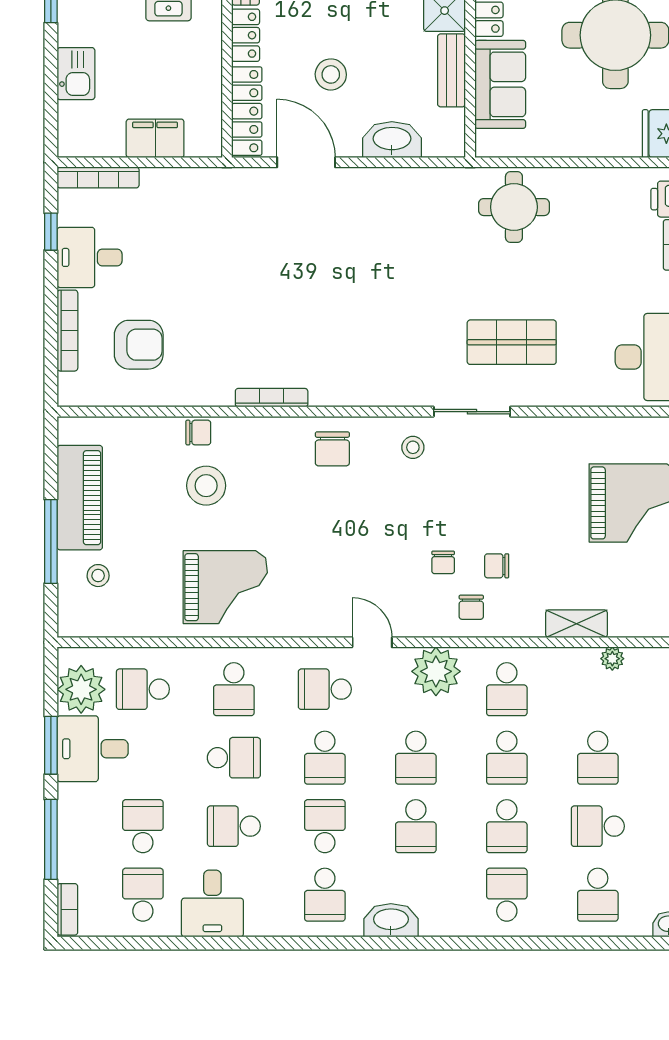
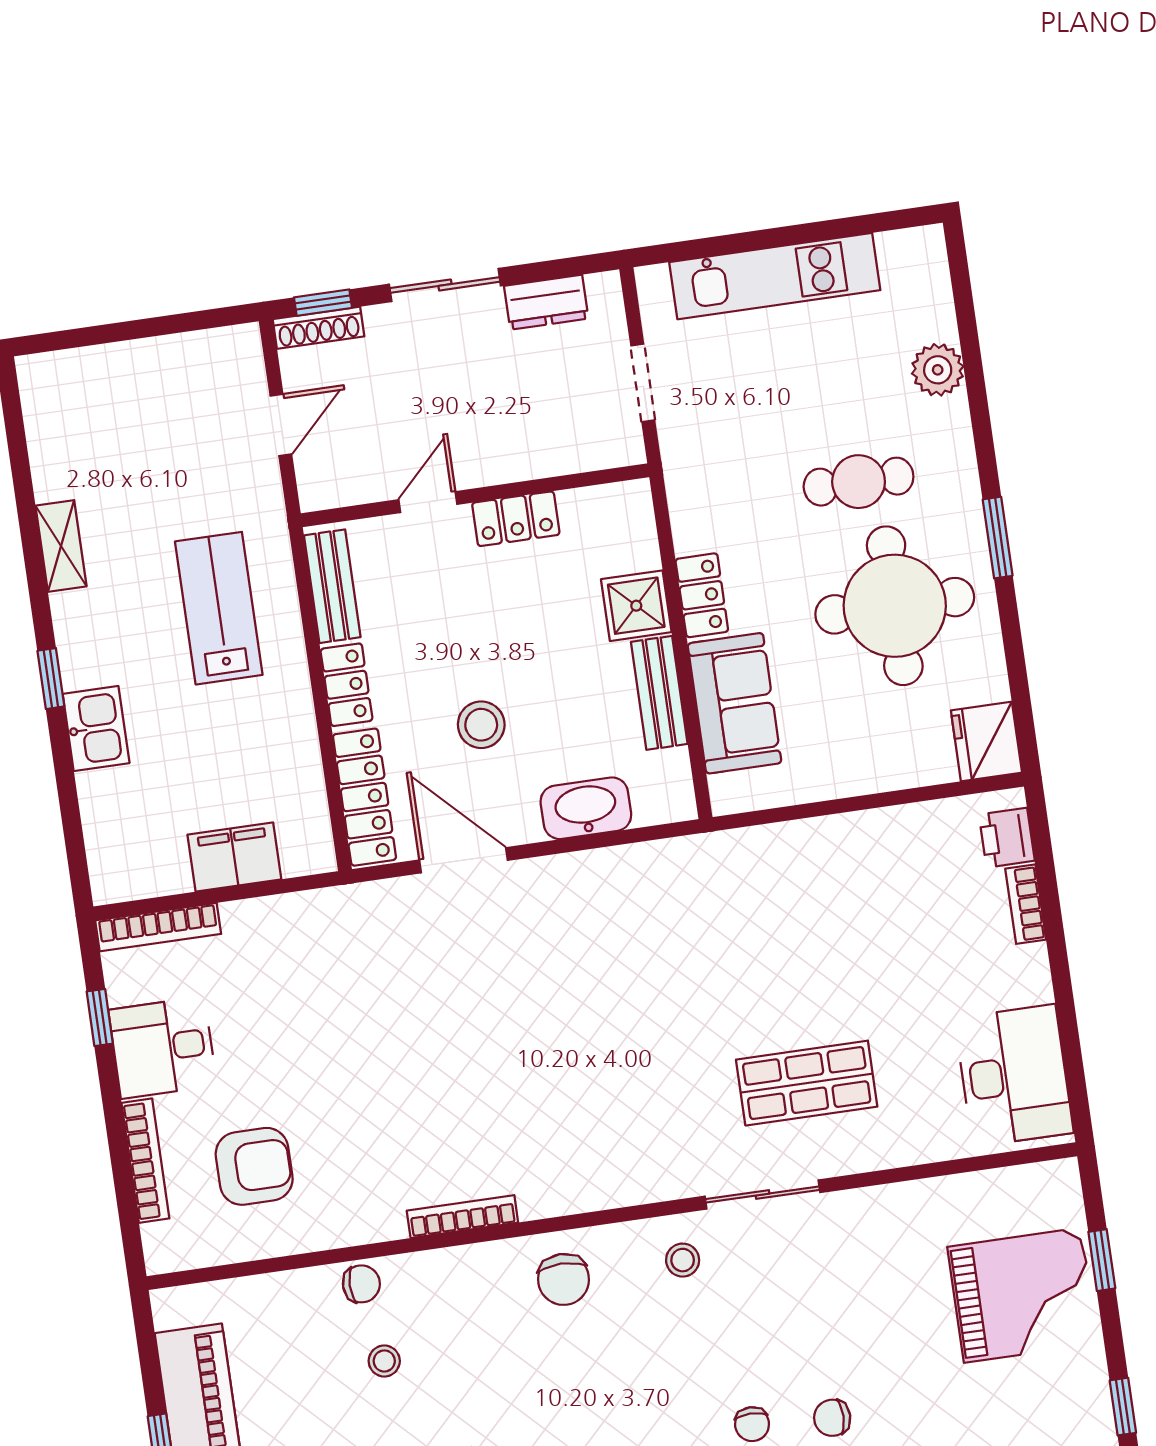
kitchen sink: (76, 74) -> (96, 729), moved
round table: (514, 207) -> (781, 882), removed
stool: (206, 486) -> (384, 1361), width x0.53, depth x0.53

